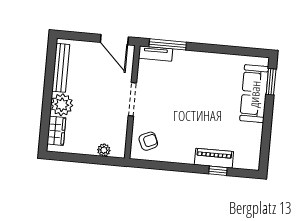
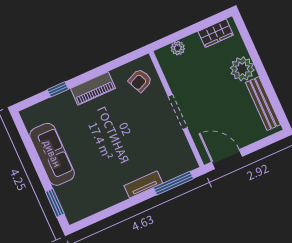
tv unit: (156, 54) -> (143, 184), moved
sofa: (254, 94) -> (52, 154), moved
wardrobe: (56, 131) -> (216, 33), moved, turned -90
piano: (214, 158) -> (93, 88), moved

